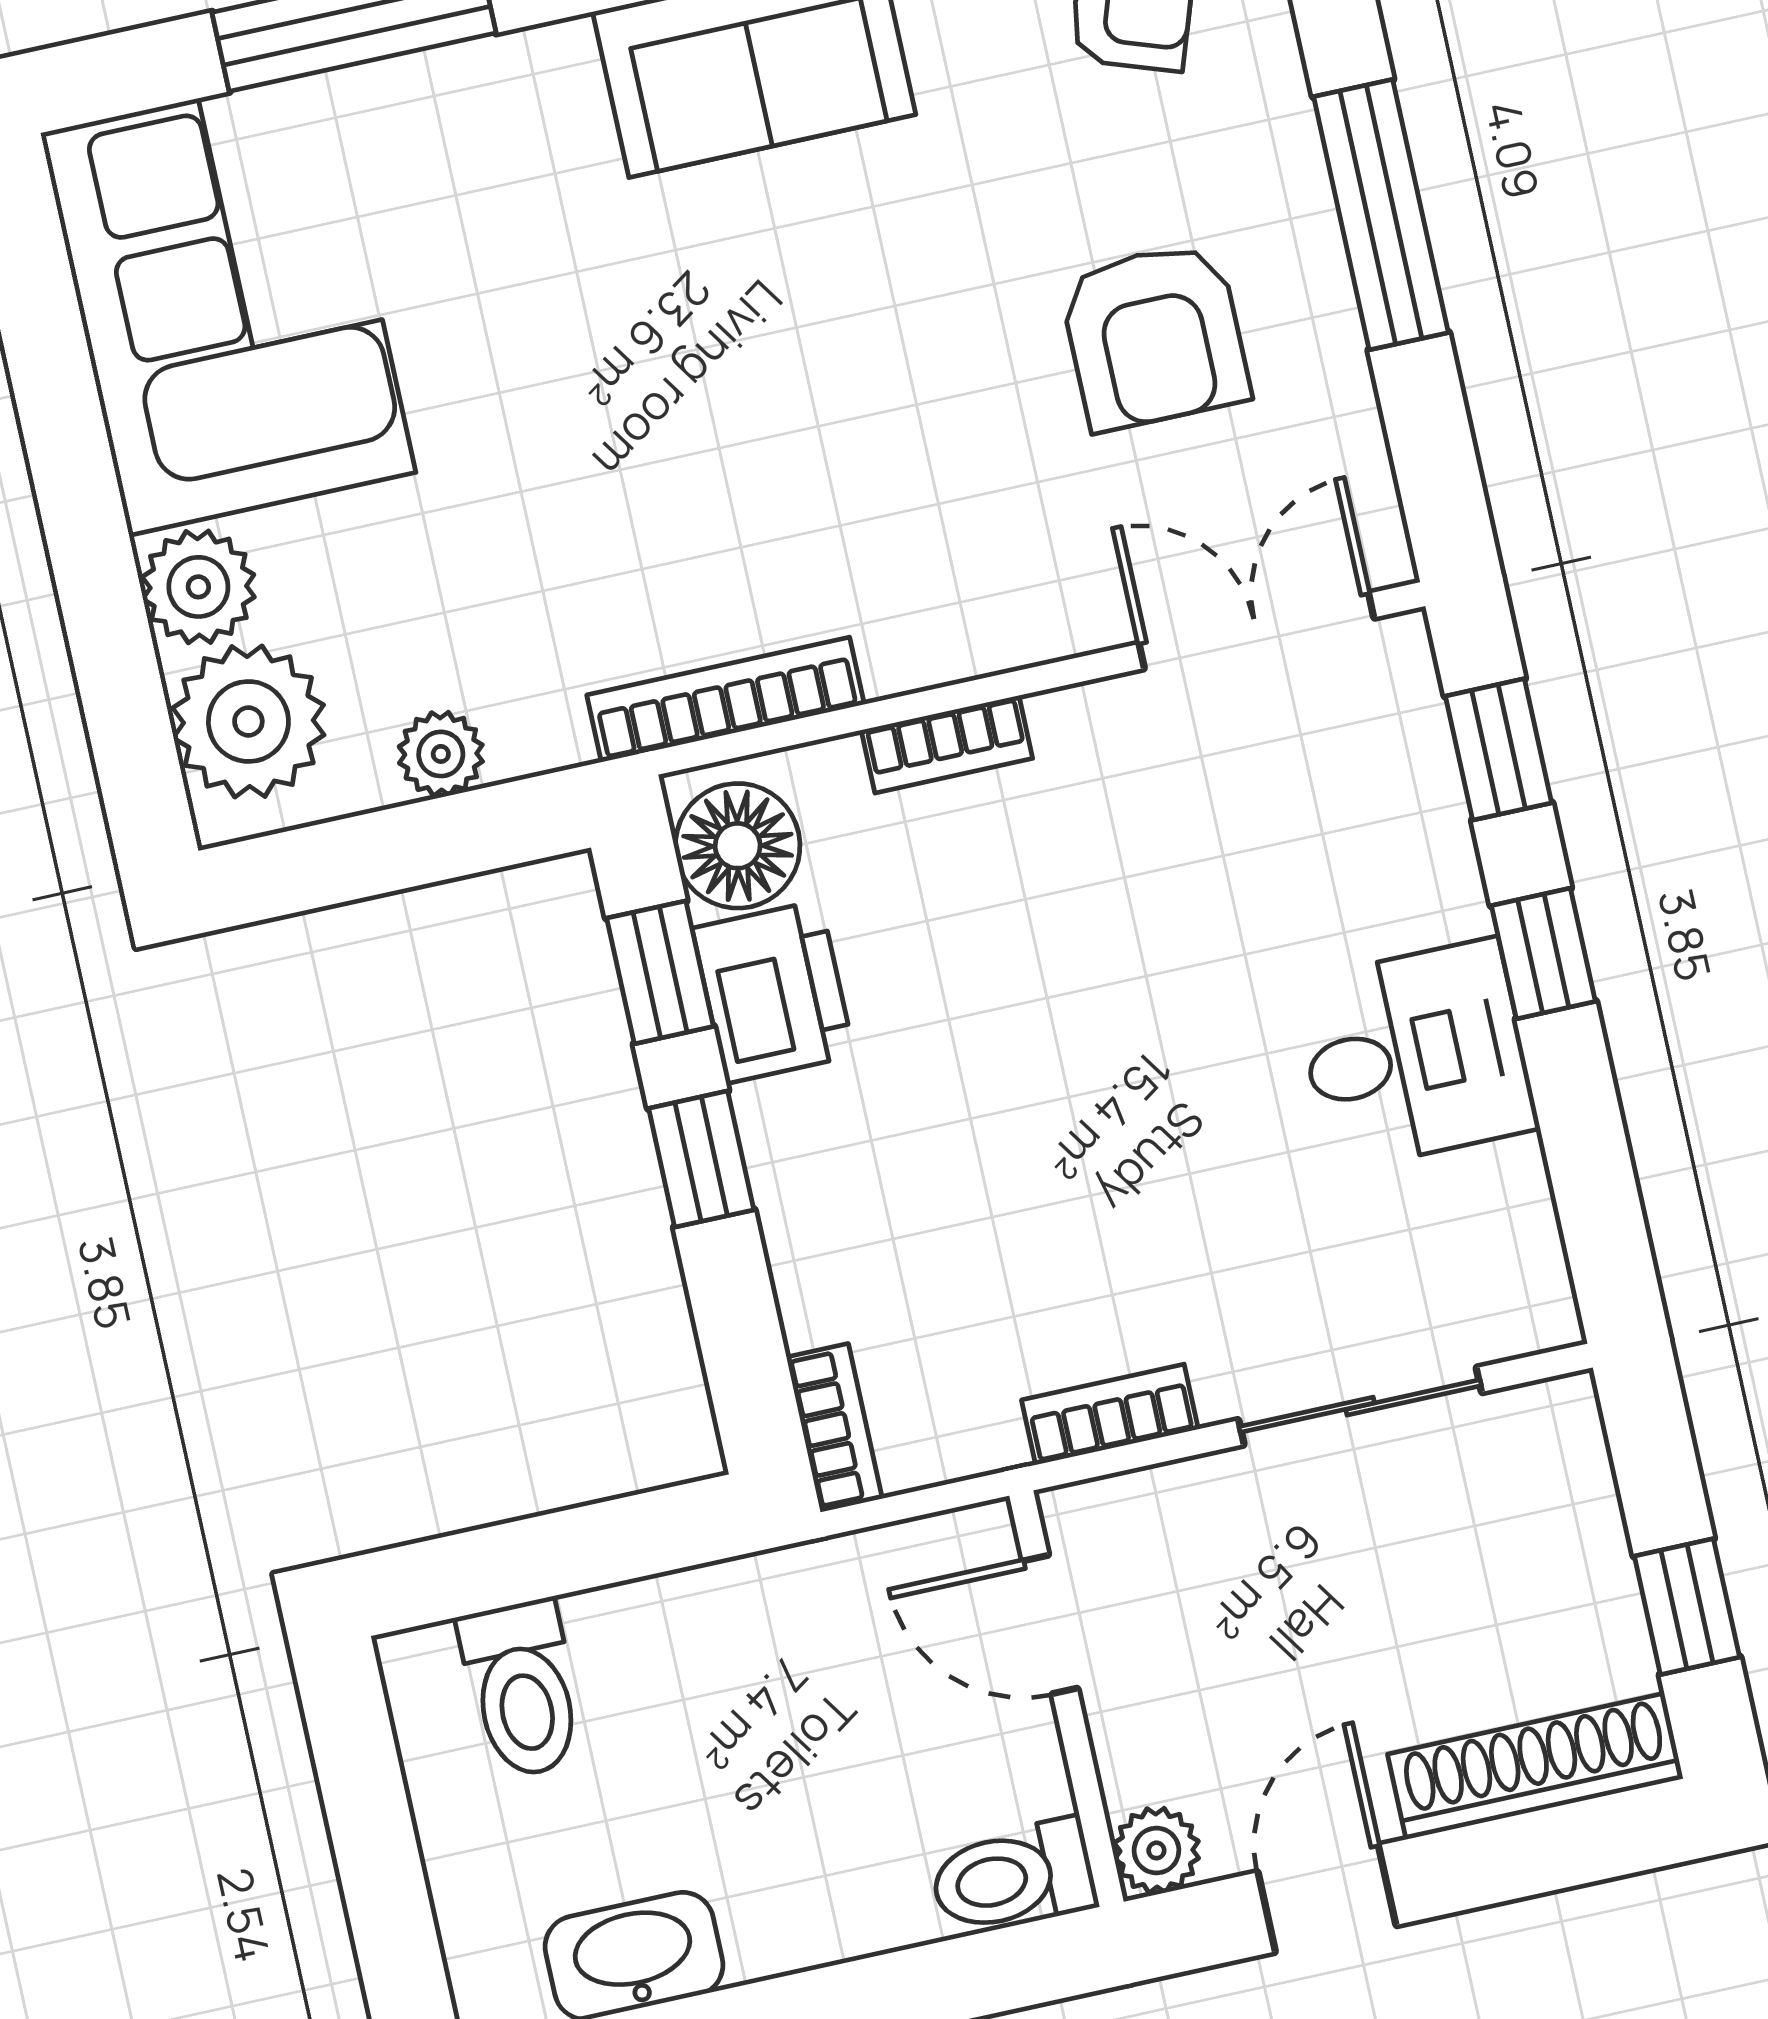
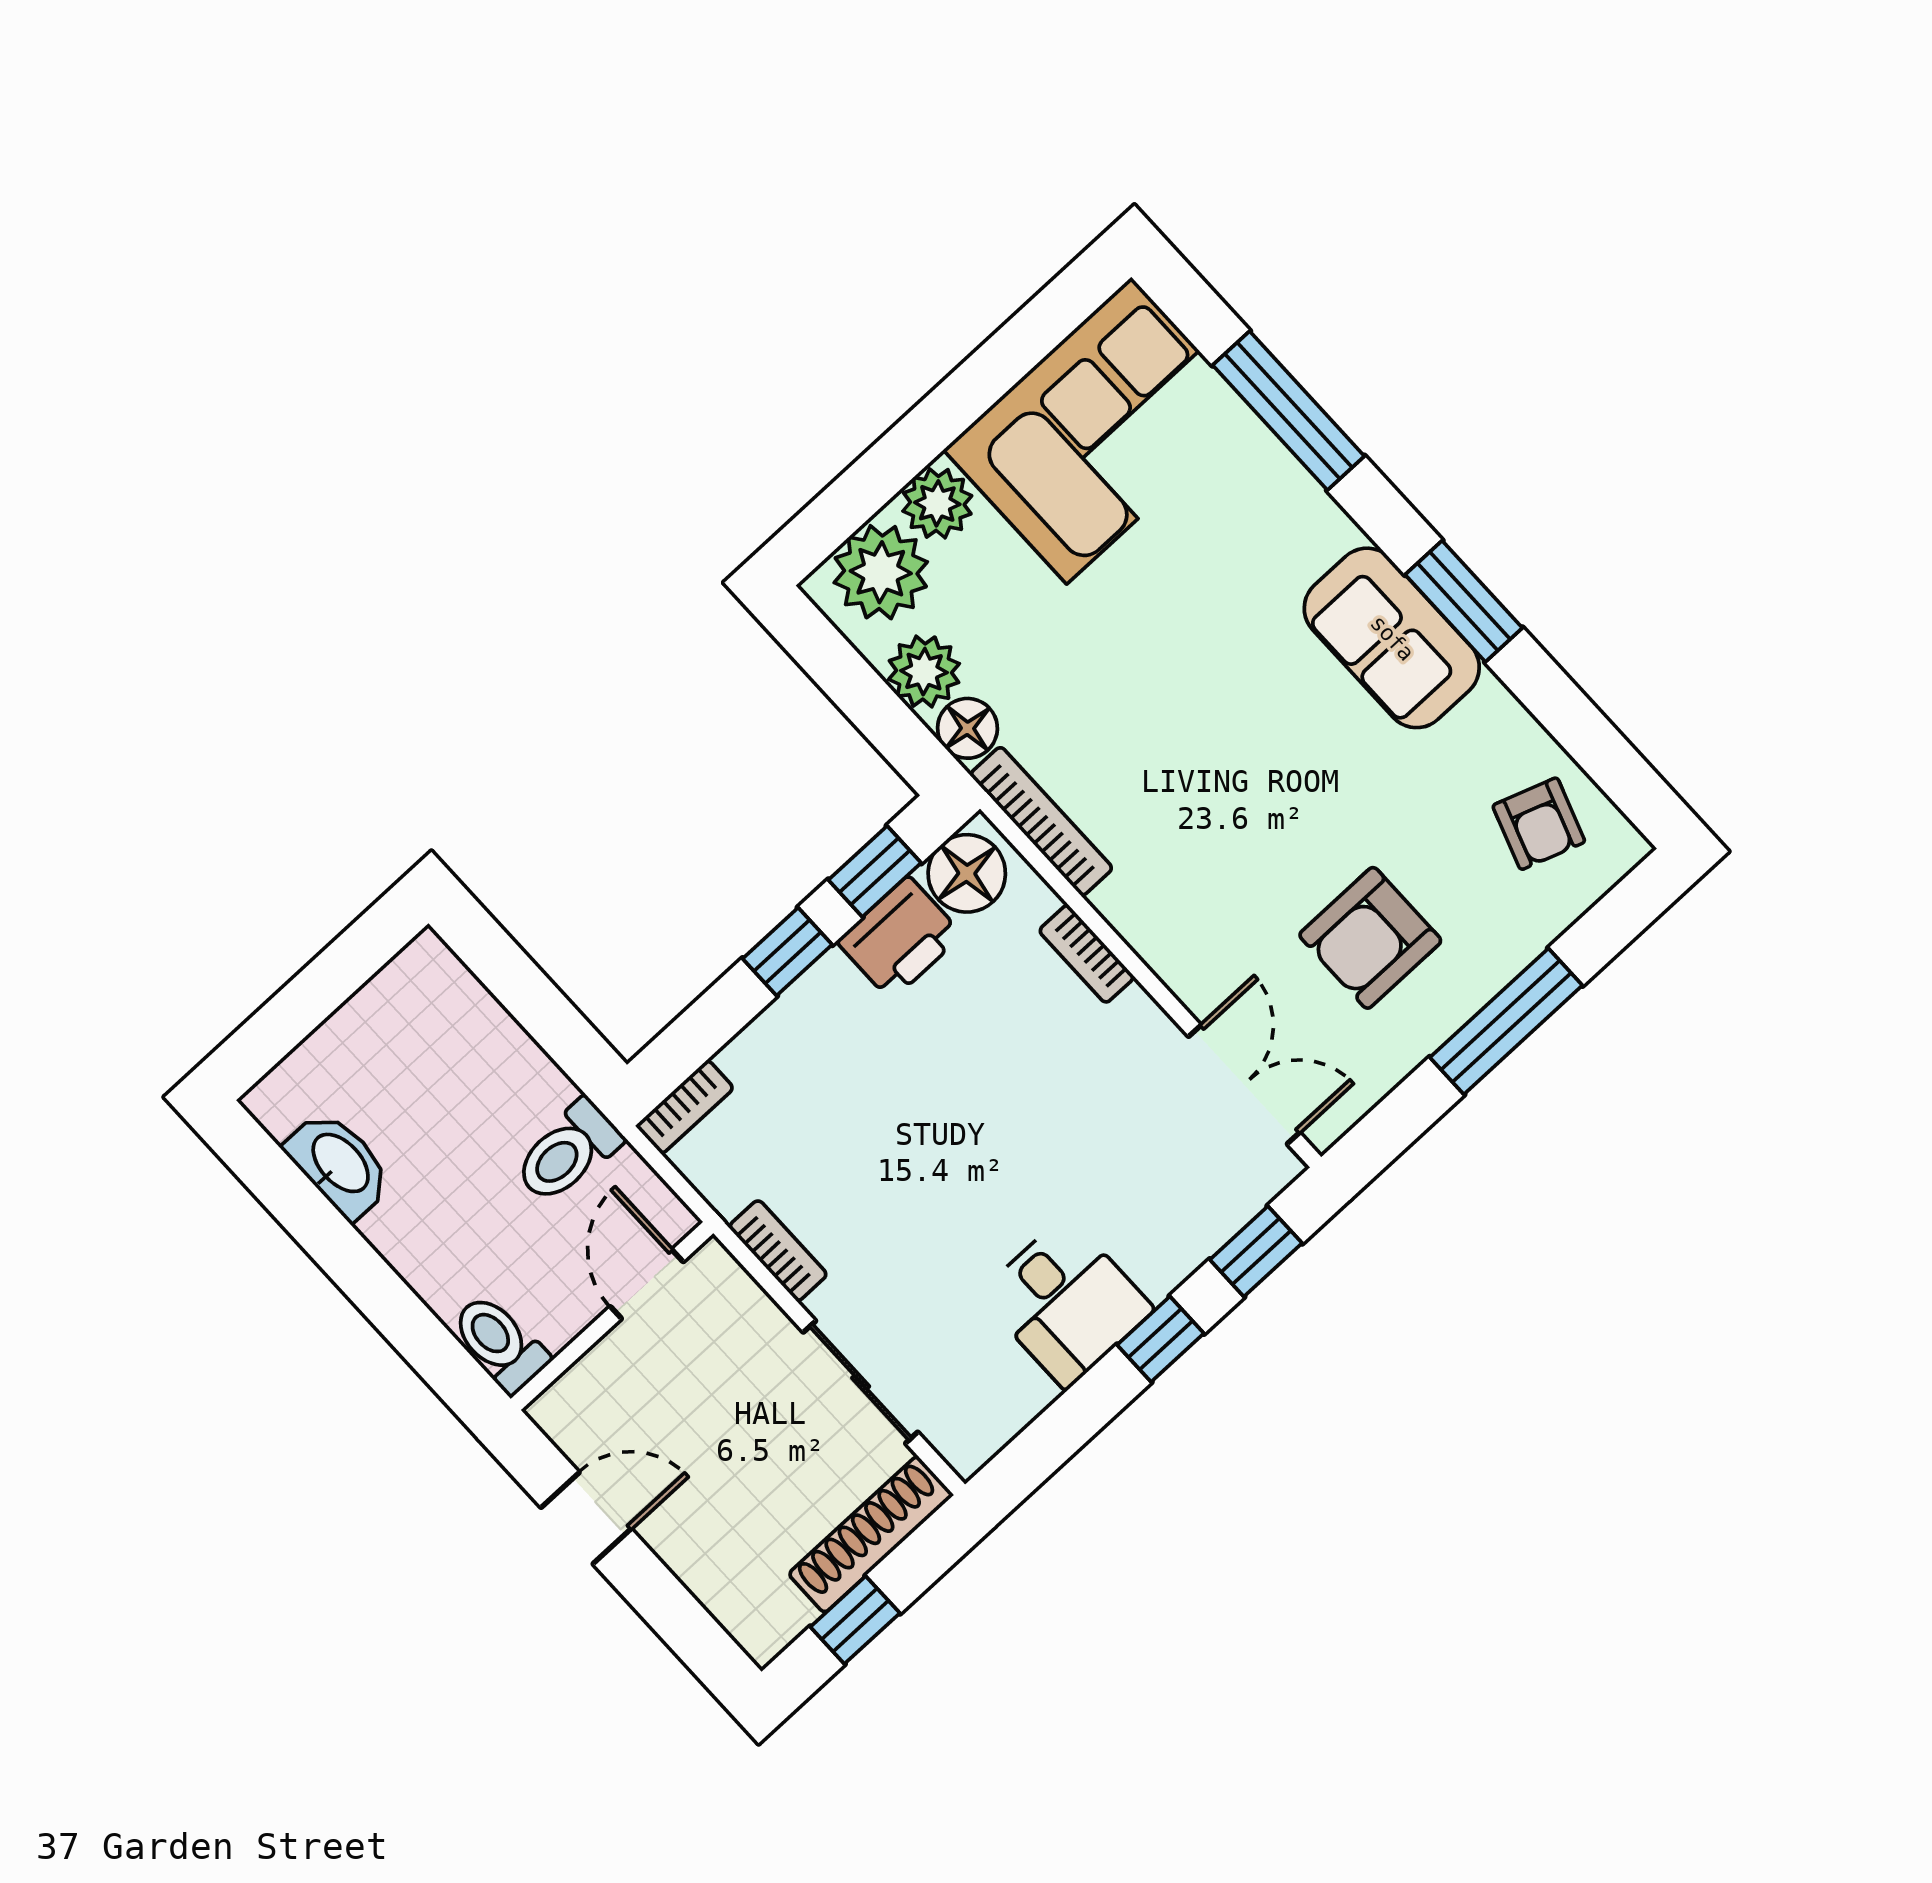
floor lamp: (536, 727) -> (967, 728), added
plant: (441, 754) -> (924, 672), width x1.38, depth x1.38
toilet: (522, 1689) -> (568, 1152), moved
shoe rack: (1535, 1766) -> (871, 1534), moved, turned -90
plant: (1156, 1850) -> (559, 1412), removed

